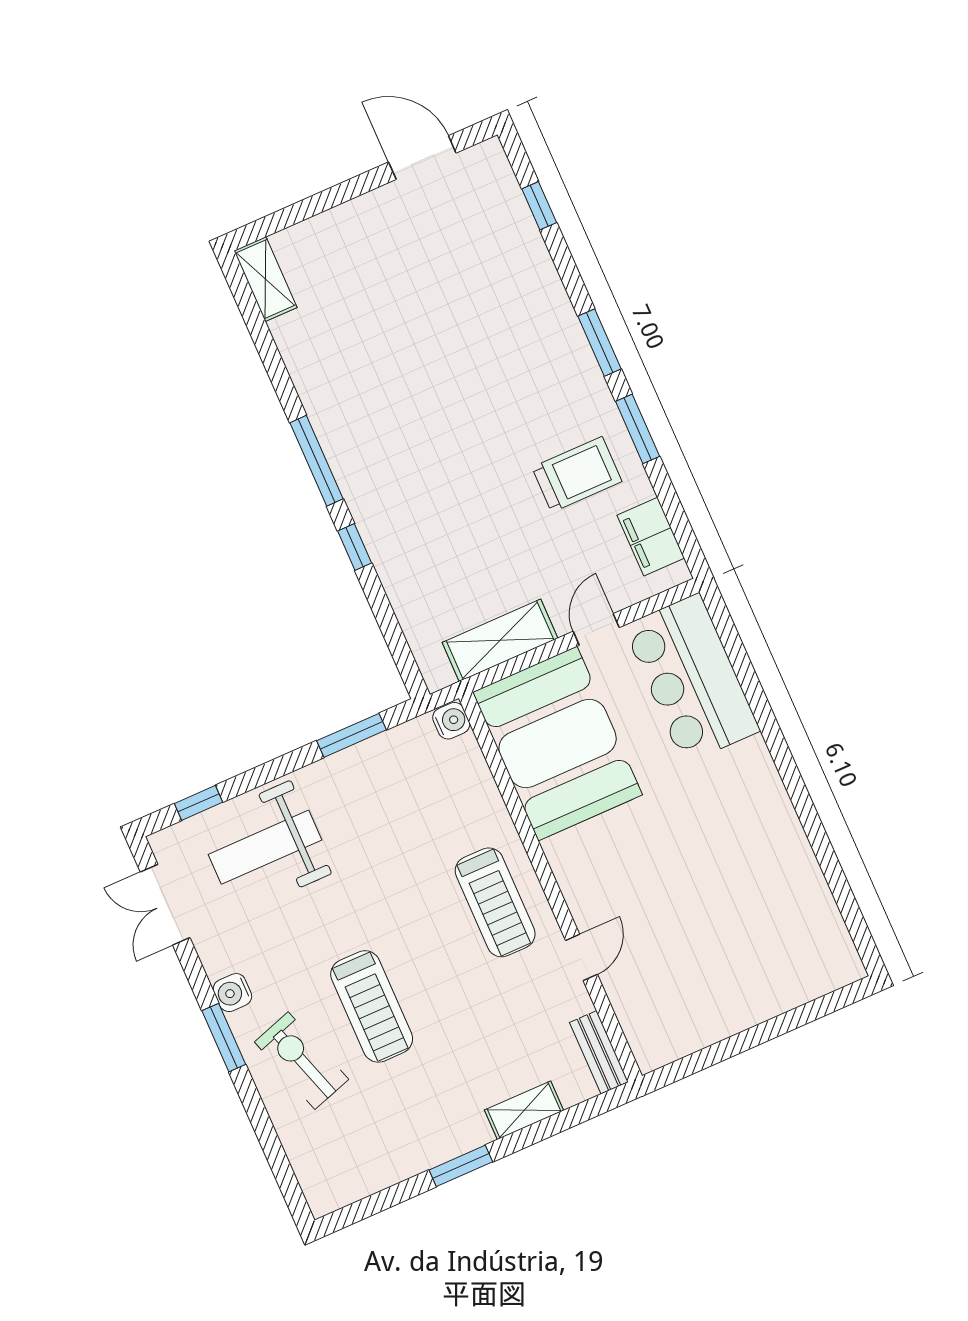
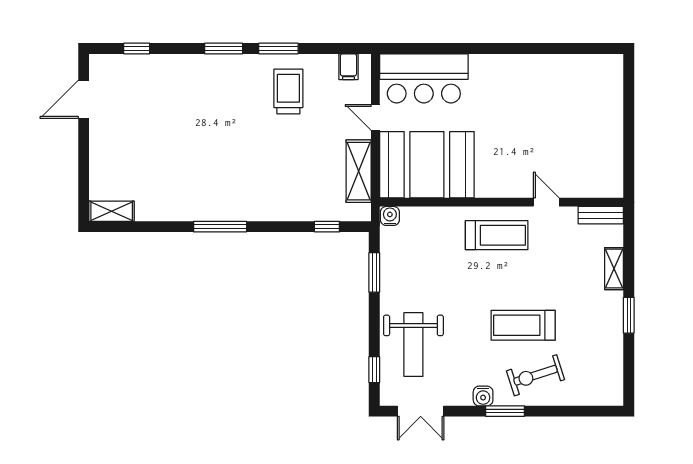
filing cabinet: (651, 537) -> (348, 67), width x0.50
window: (355, 547) -> (327, 227), moved
treadmill: (372, 1006) -> (523, 325), turned 180

